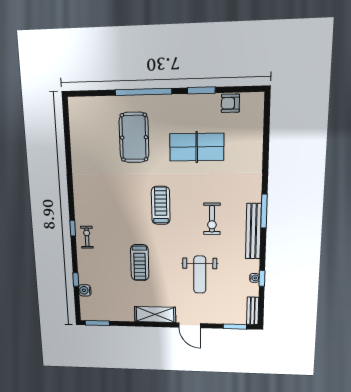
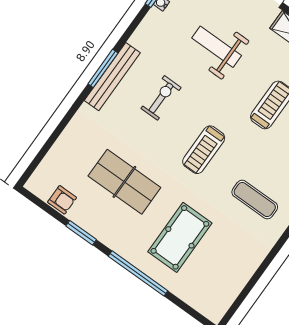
exercise mat: (106, 197) -> (255, 200), added
bench: (253, 231) -> (112, 77), moved
weight bench: (200, 275) -> (217, 47), turned -90

